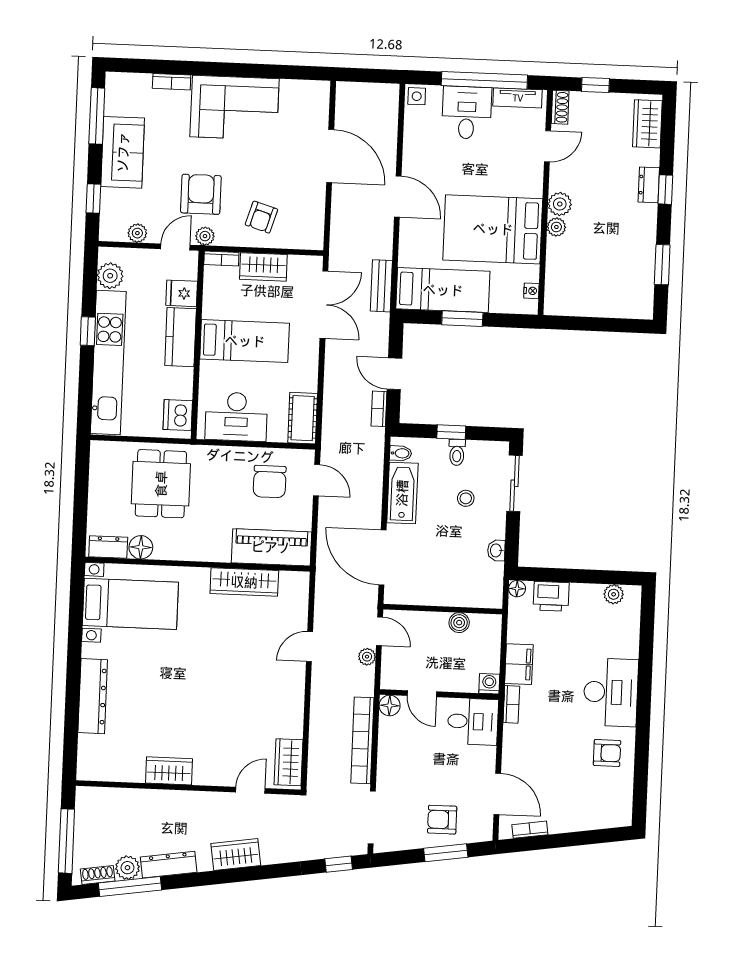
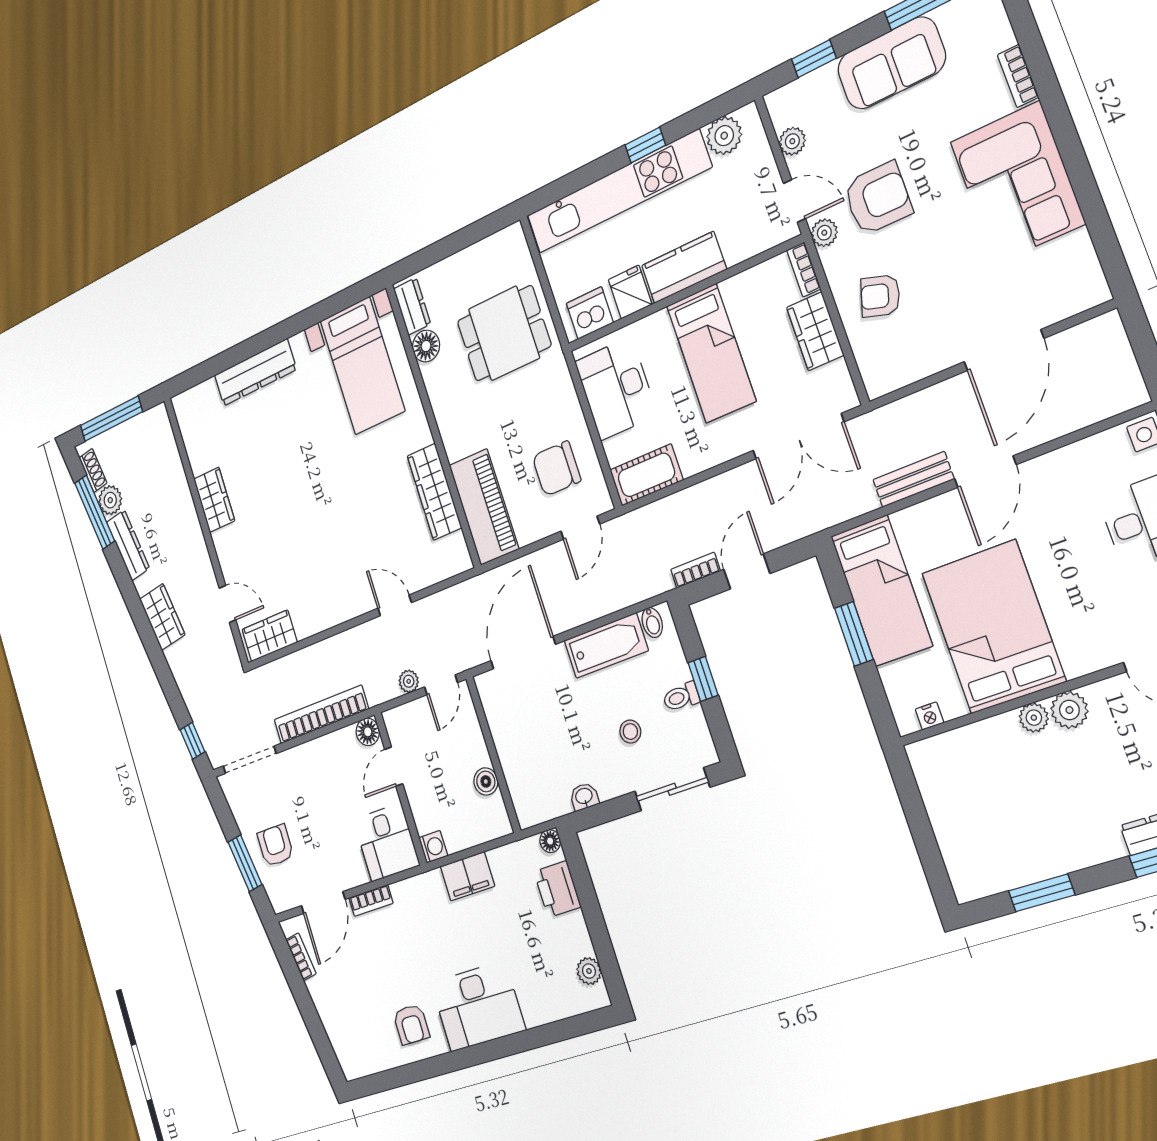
bench: (381, 286) -> (913, 479), moved
fridge: (182, 293) -> (630, 292), moved
bookcase: (511, 704) -> (371, 900), moved

